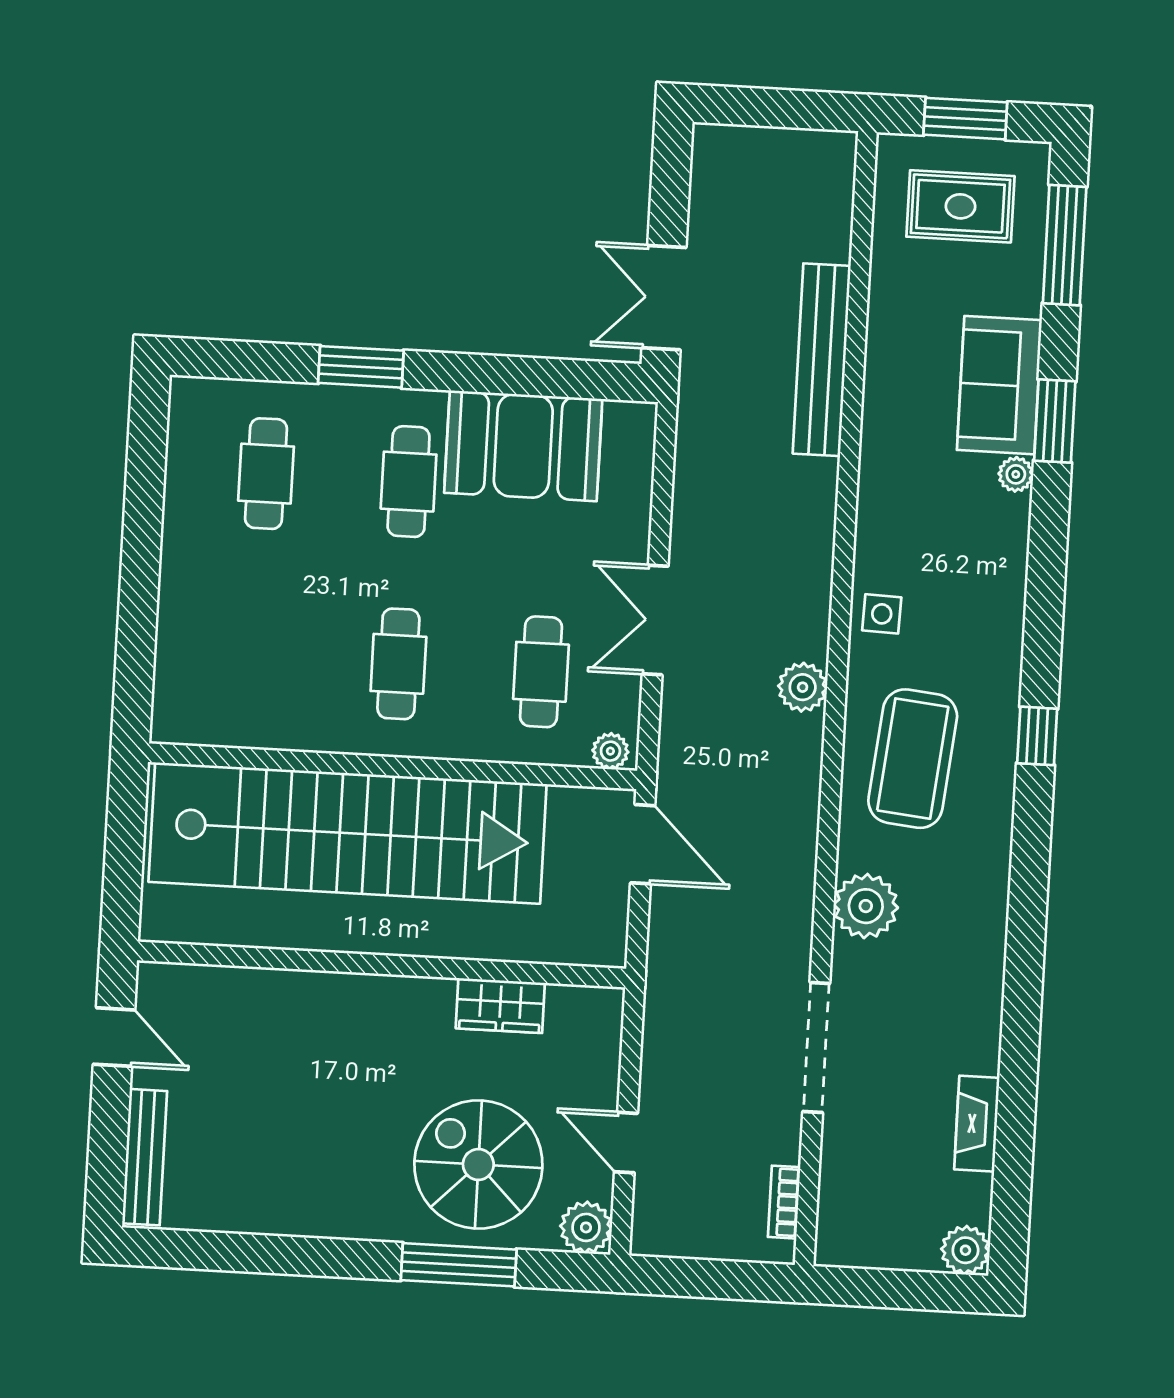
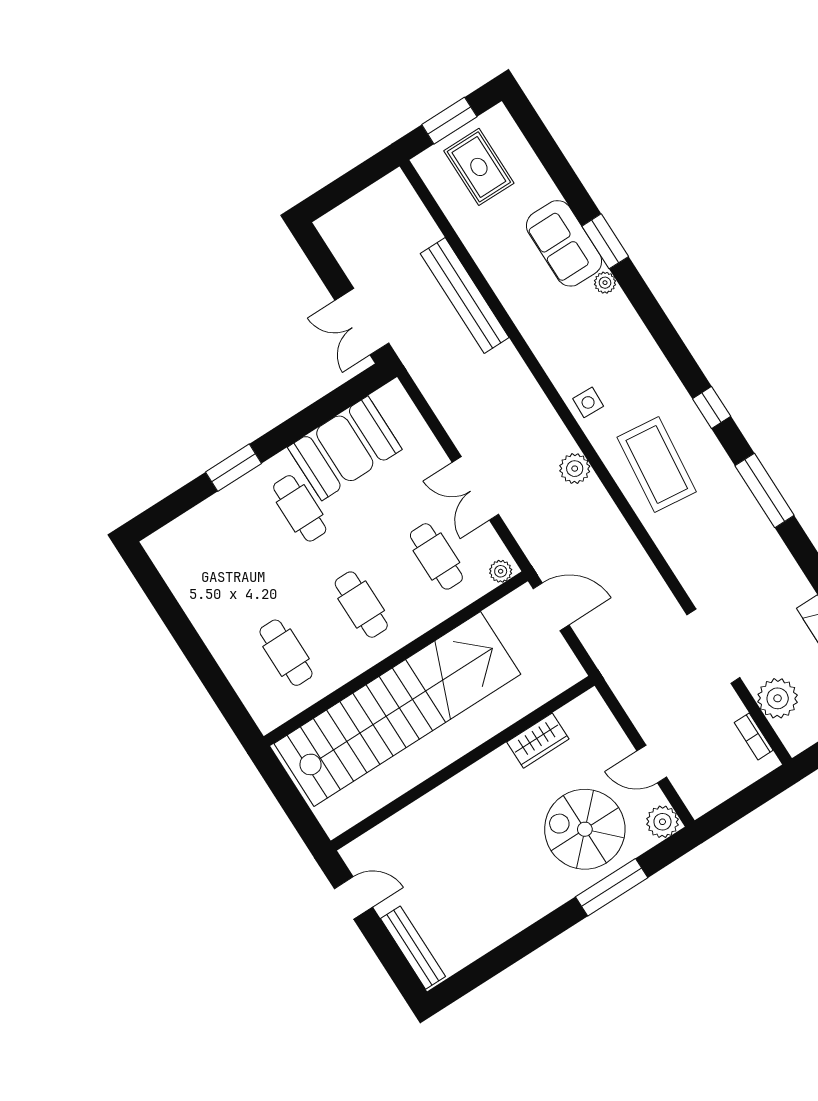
rug: (960, 206) -> (479, 167), turned 90
window: (1065, 245) -> (765, 490), moved
cafe table: (266, 474) -> (286, 653), moved
plant: (866, 906) -> (778, 698), moved

